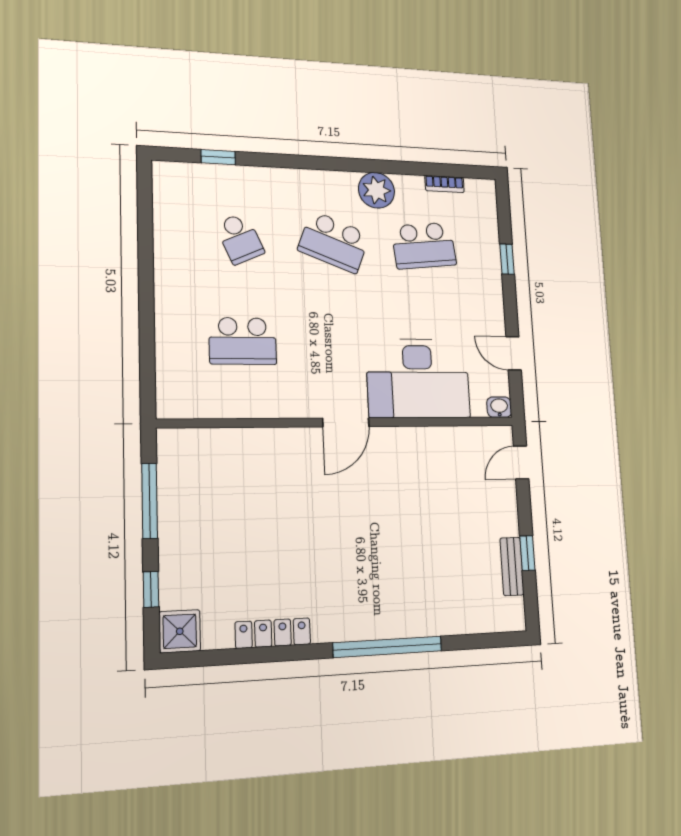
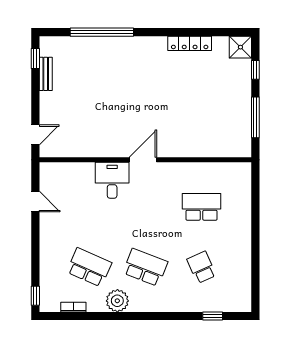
school desk: (424, 246) -> (89, 267), turned 30
window: (507, 259) -> (35, 296), moved
desk: (418, 378) -> (112, 180), width x0.53, depth x0.77
washbasin: (499, 407) -> (47, 168), removed
window: (527, 553) -> (35, 59), moved
window: (388, 647) -> (102, 32), moved

